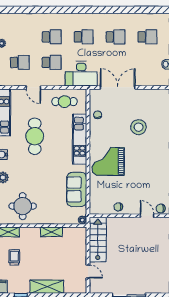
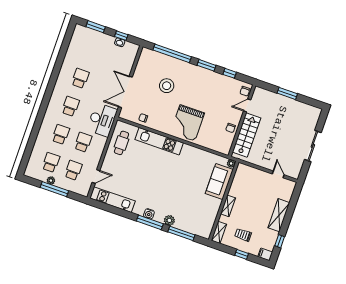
school desk: (147, 37) -> (51, 162), moved
door: (33, 87) -> (96, 177), moved
cafe table: (35, 136) -> (143, 180), removed
sofa: (77, 189) -> (219, 182), moved, turned 90
round table: (23, 206) -> (201, 212), removed
shelving: (51, 232) -> (228, 206), moved
stairs: (98, 240) -> (247, 135), moved, turned 90
door: (88, 272) -> (278, 174), hinge flipped

